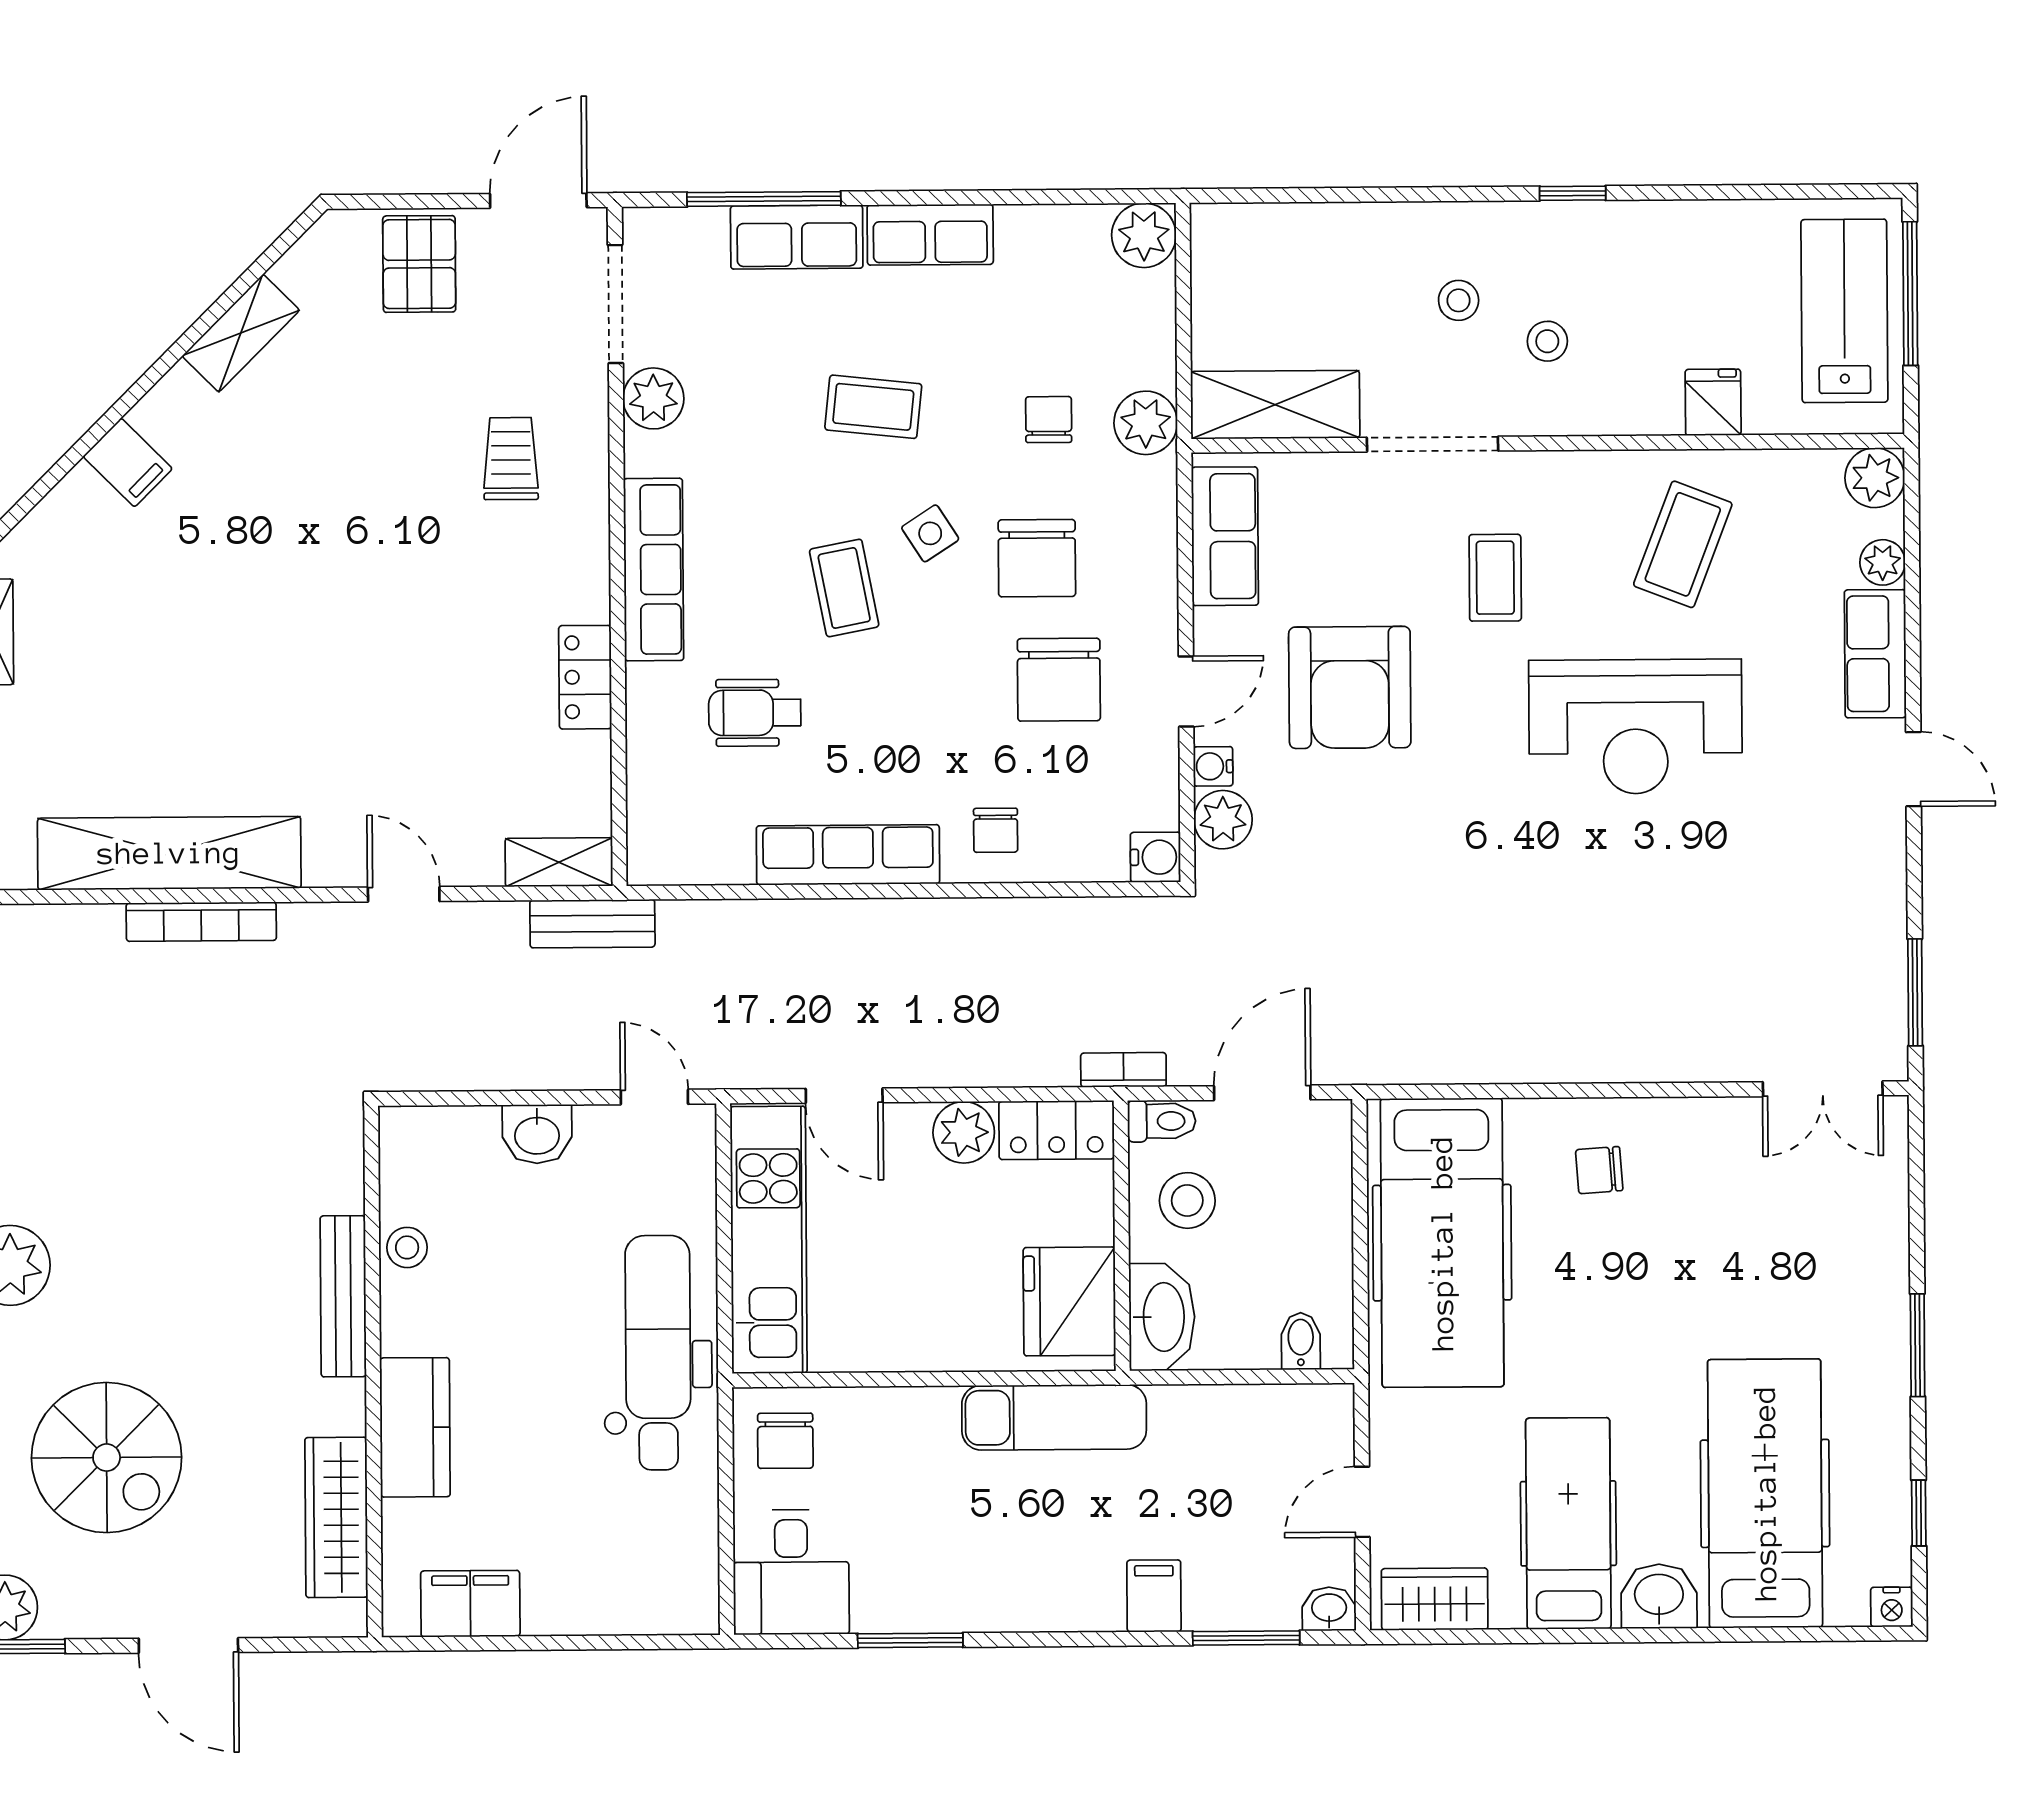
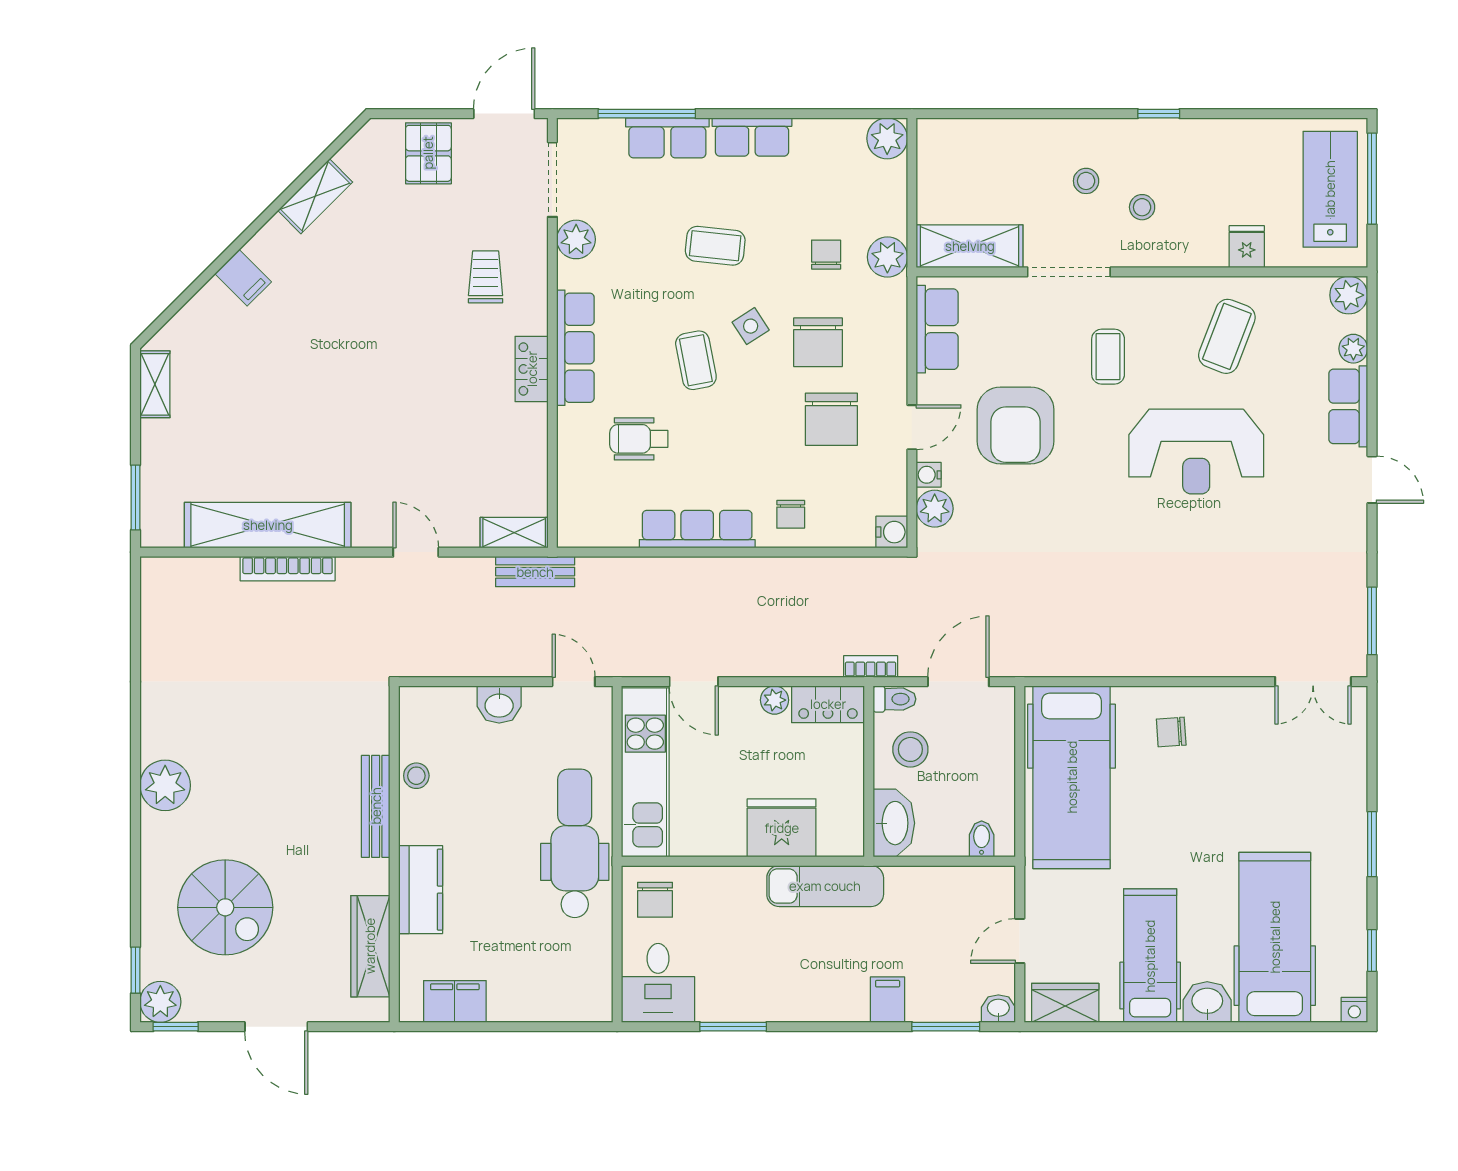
locker: (585, 677) -> (532, 369), moved
plant: (964, 1132) -> (774, 700), width x0.73, depth x0.73
fridge: (1069, 1301) -> (782, 828), moved, turned 90

